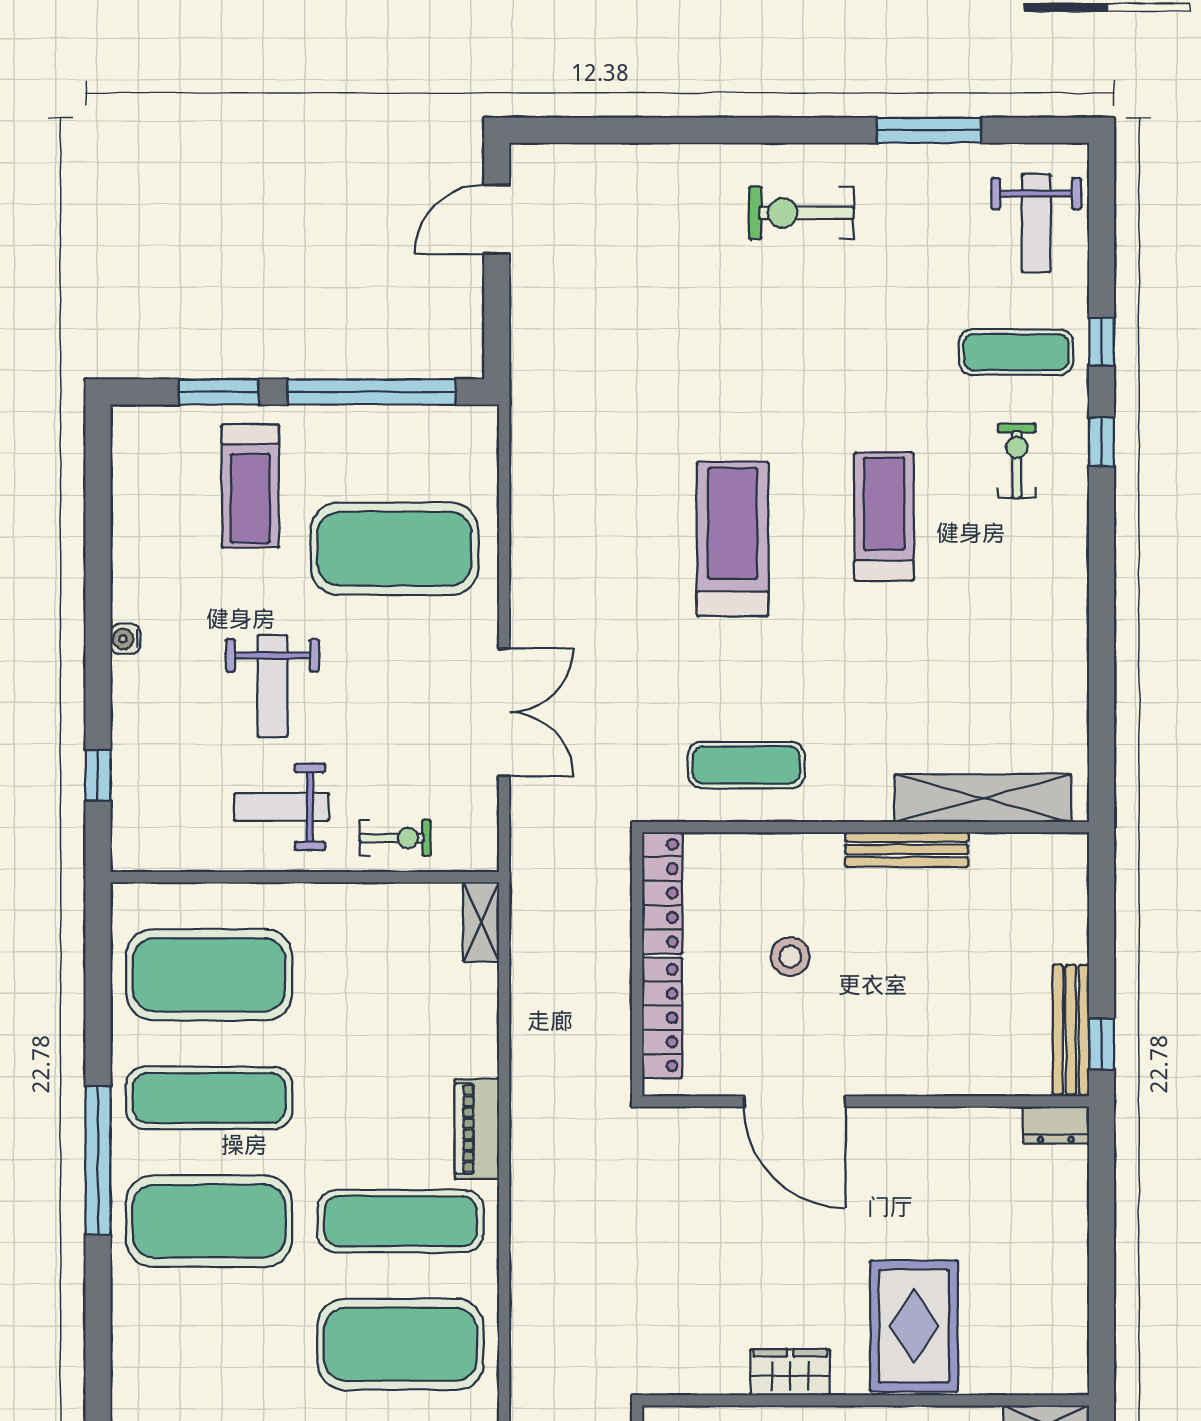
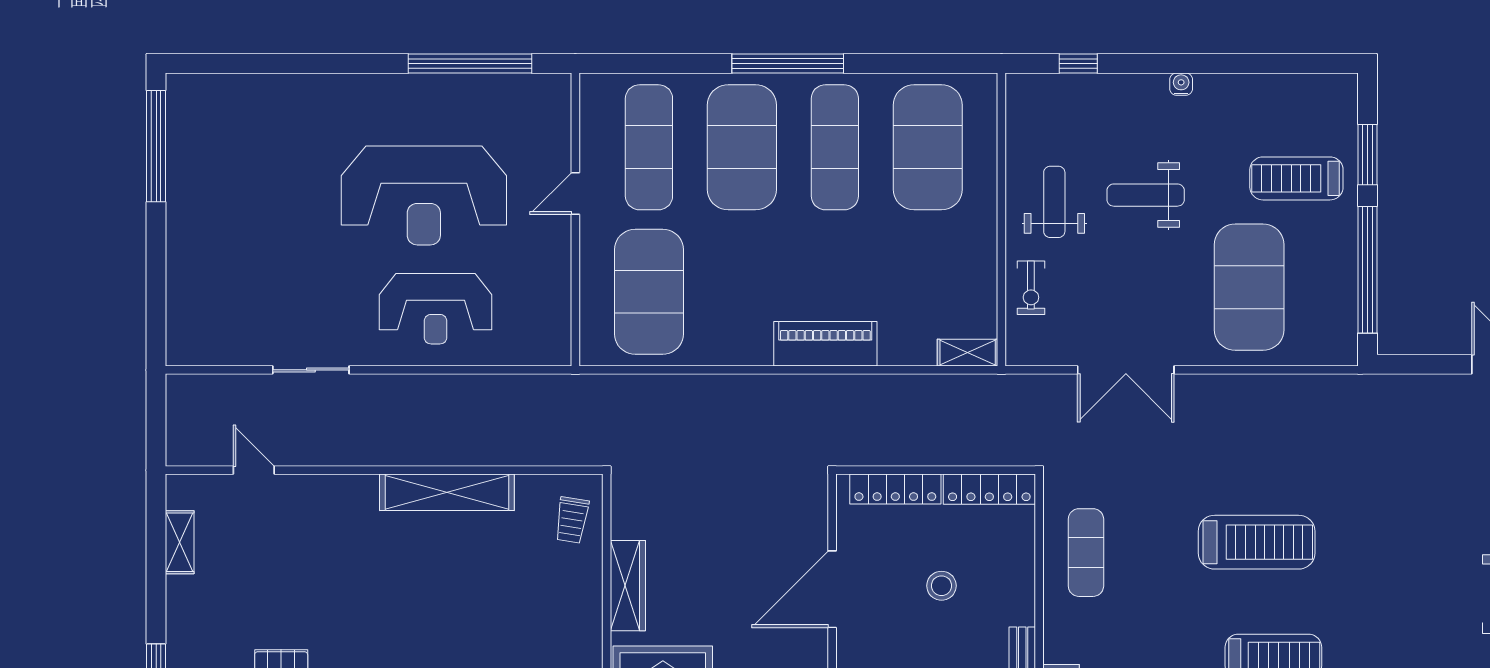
piano: (477, 1129) -> (825, 344), width x1.37, depth x1.33
exercise mat: (401, 1221) -> (649, 147), moved
wardrobe: (790, 1372) -> (628, 586), width x1.50

